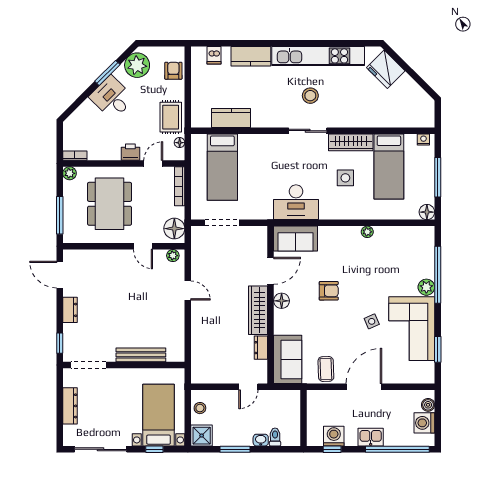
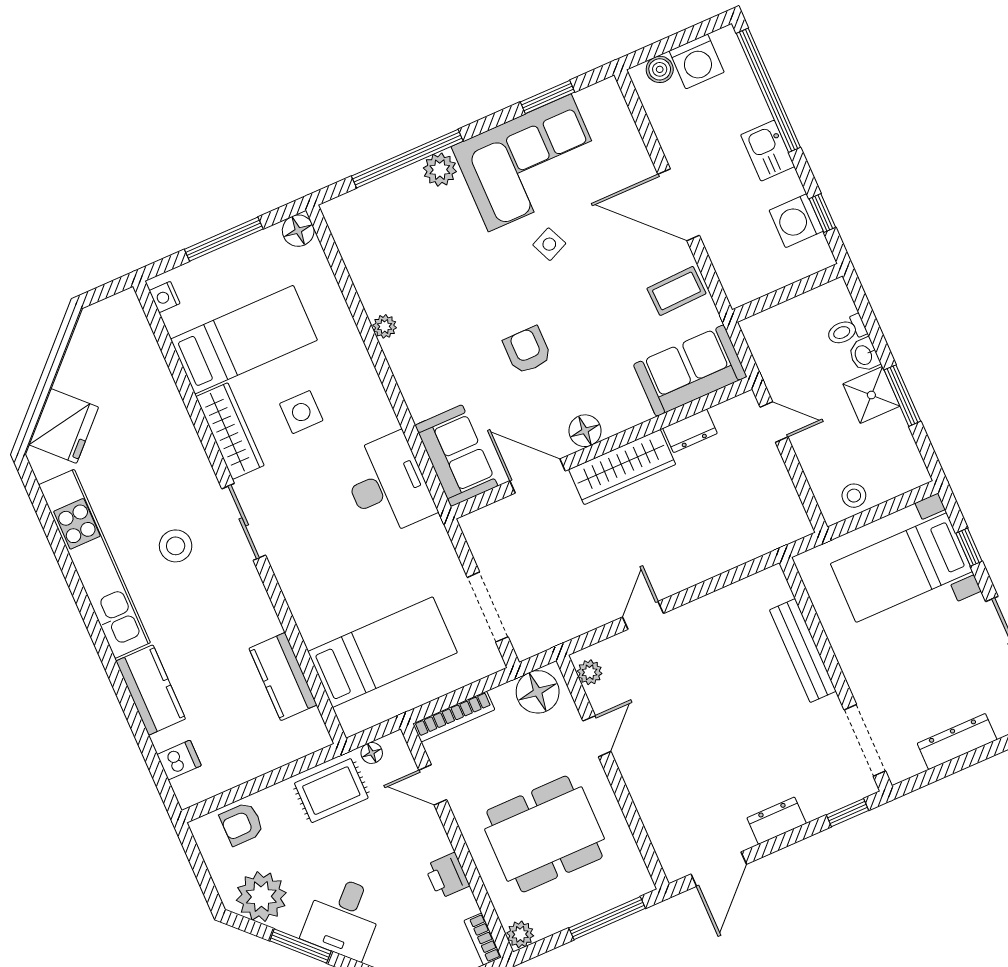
printer: (130, 152) -> (447, 876), moved
shower: (202, 436) -> (871, 395), moved

